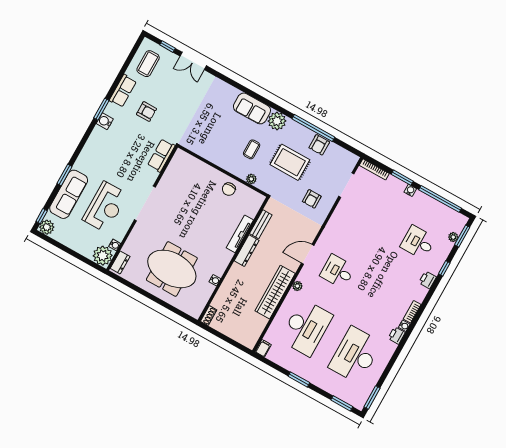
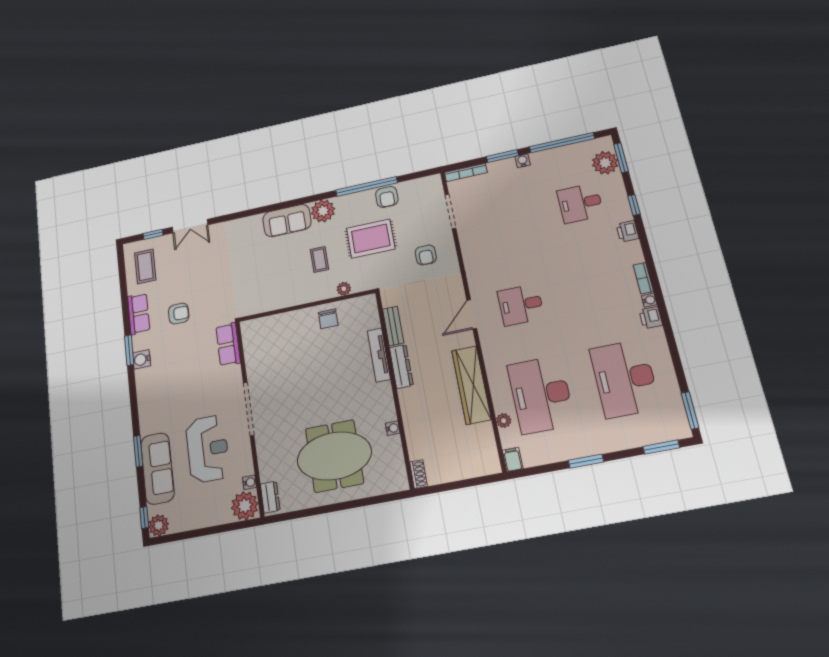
plant: (453, 237) -> (605, 163), width x1.88, depth x1.88
plant: (297, 286) -> (504, 421), moved
desk: (306, 328) -> (541, 395), turned 180

